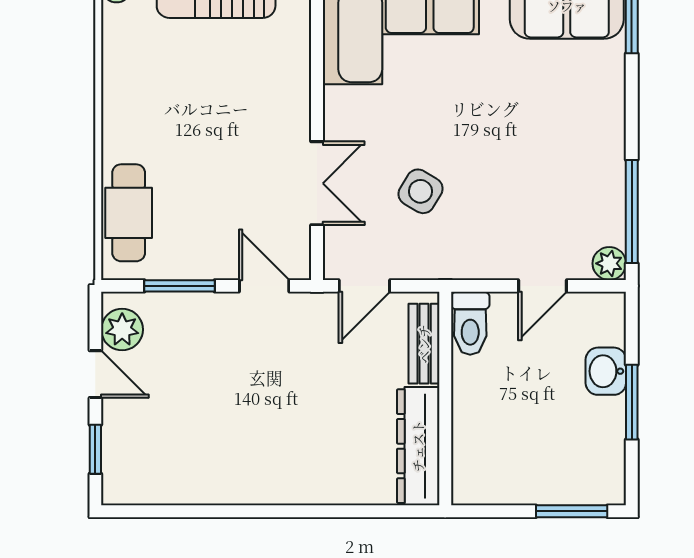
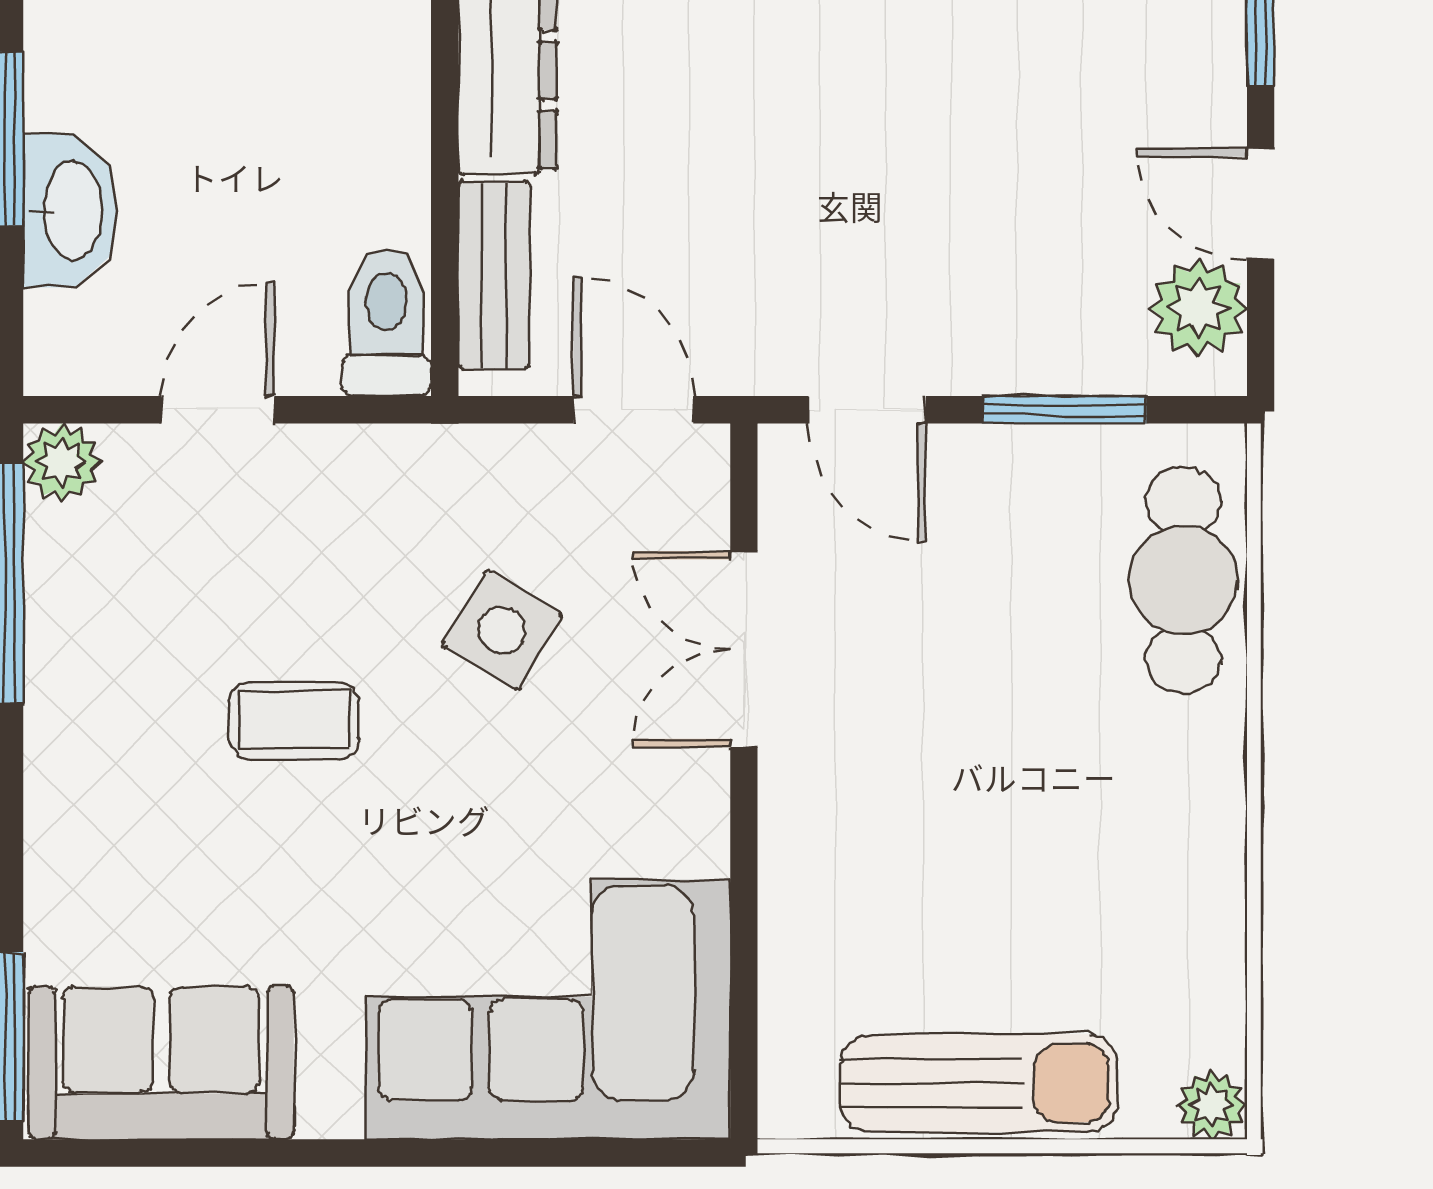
coffee table: (510, 153) -> (294, 720), added
door: (364, 286) -> (633, 410), hinge flipped
washbasin: (606, 371) -> (70, 211), width x1.38

